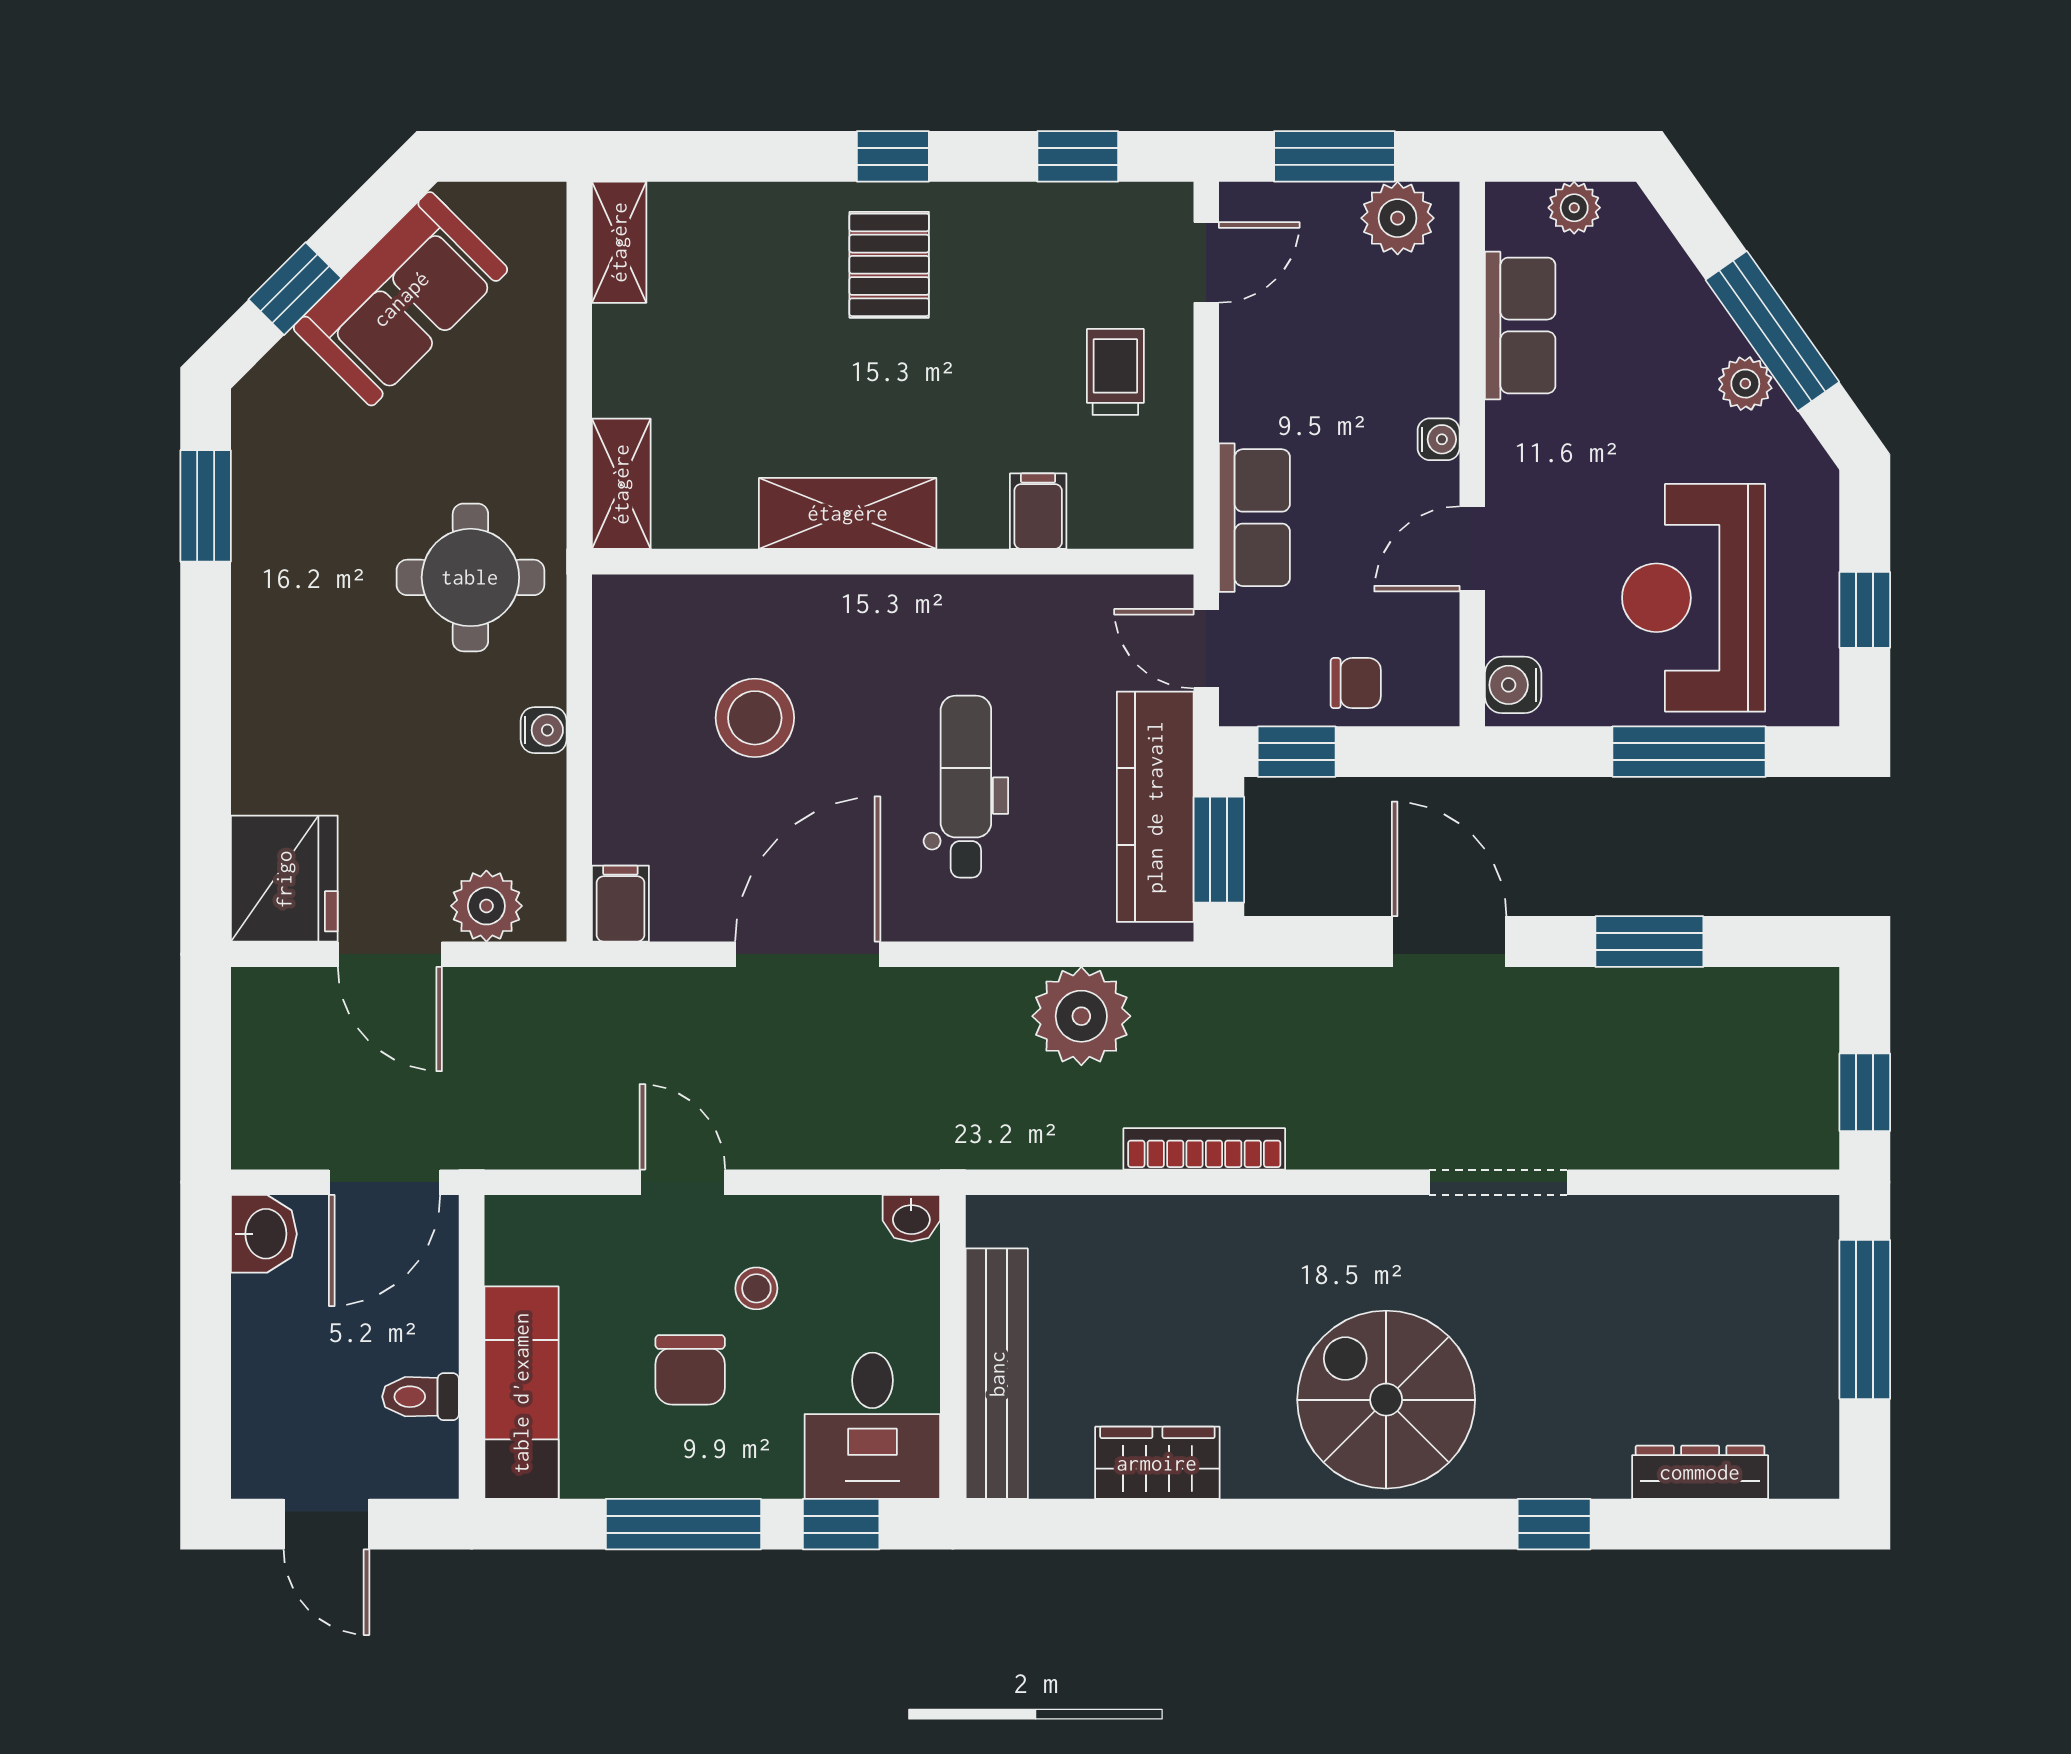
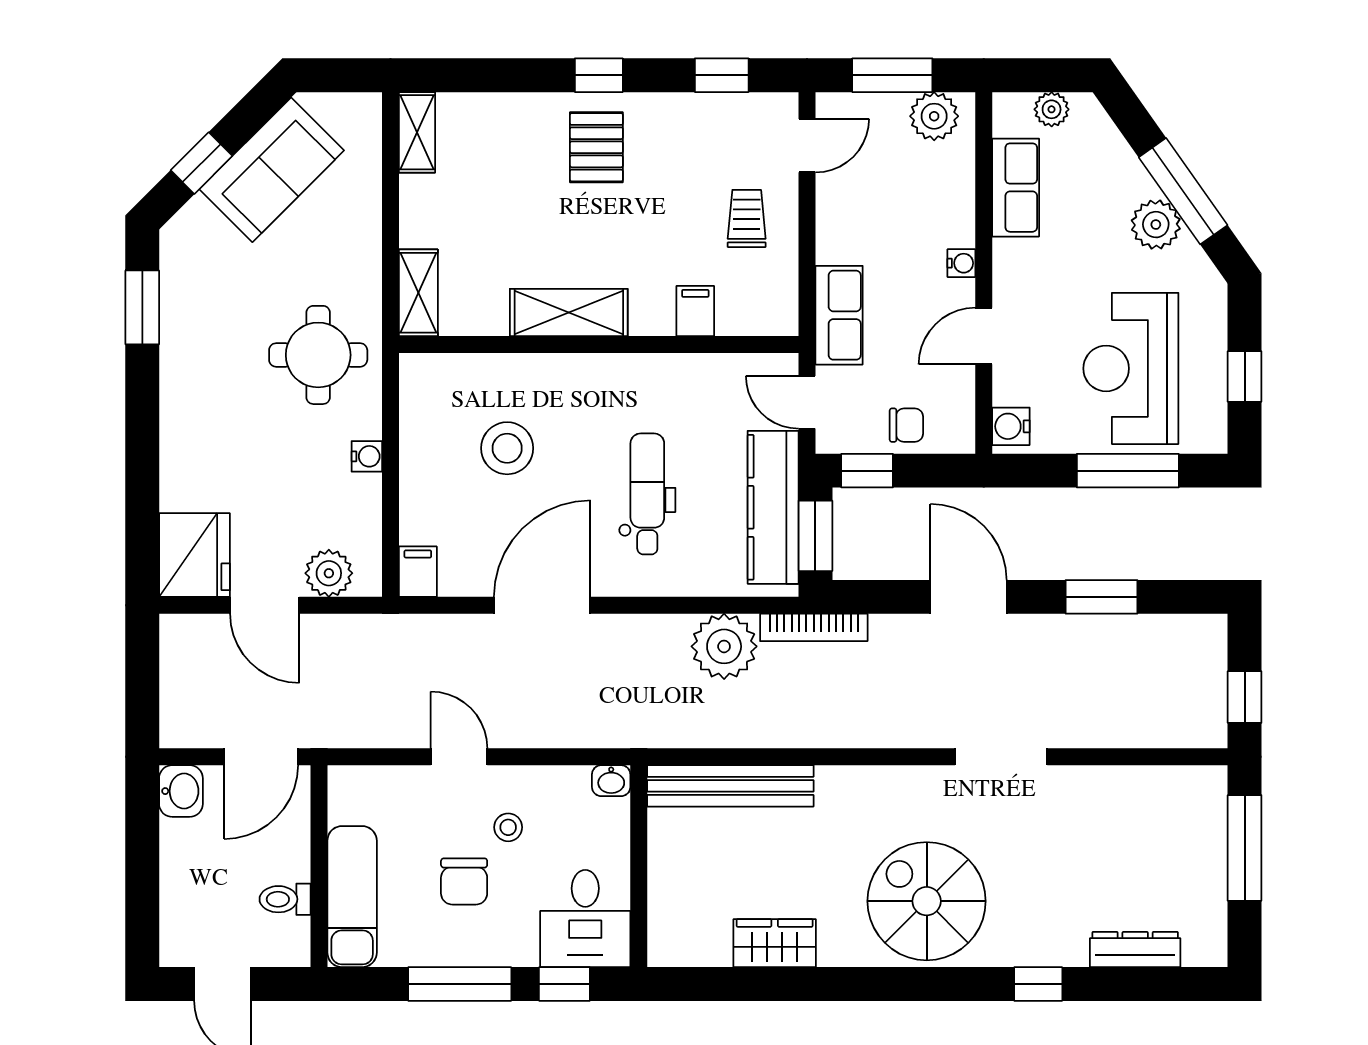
plant: (1745, 384) -> (1156, 225), width x1.38, depth x1.38
bookcase: (1204, 1149) -> (814, 627), moved, turned 180
bench: (997, 1374) -> (730, 786), moved, turned 90

